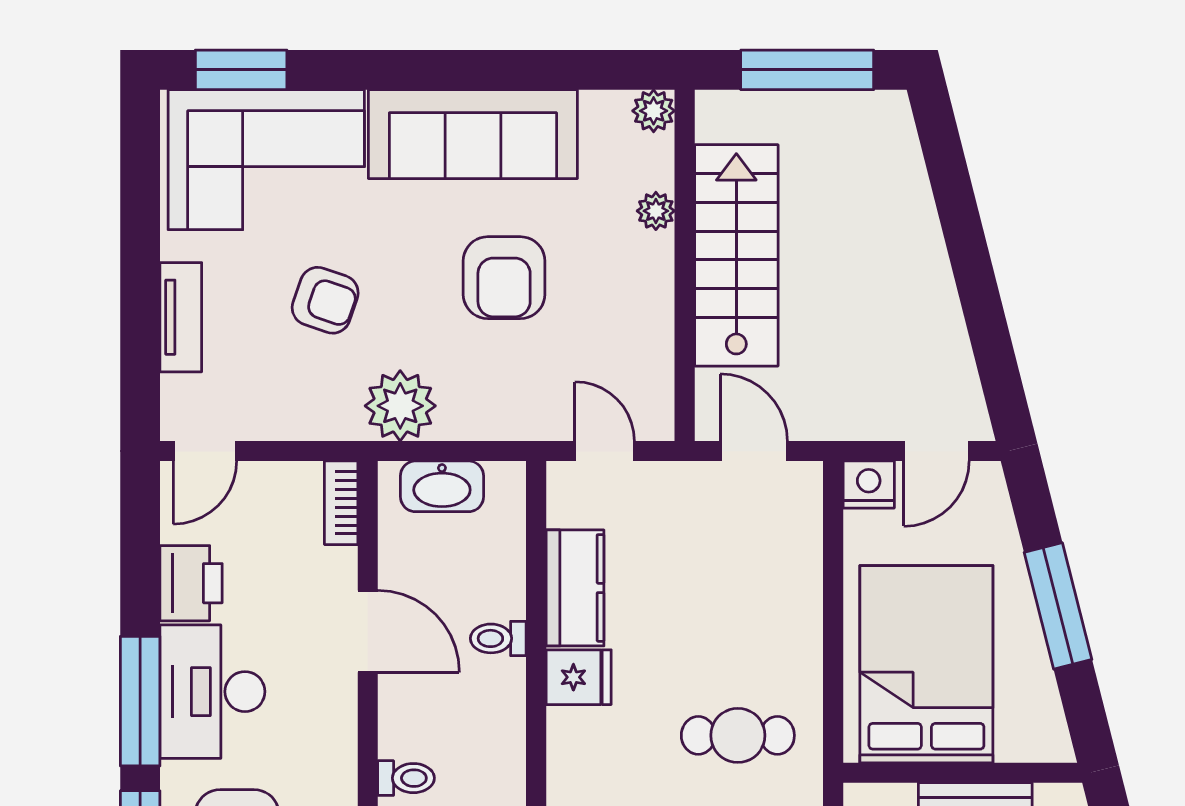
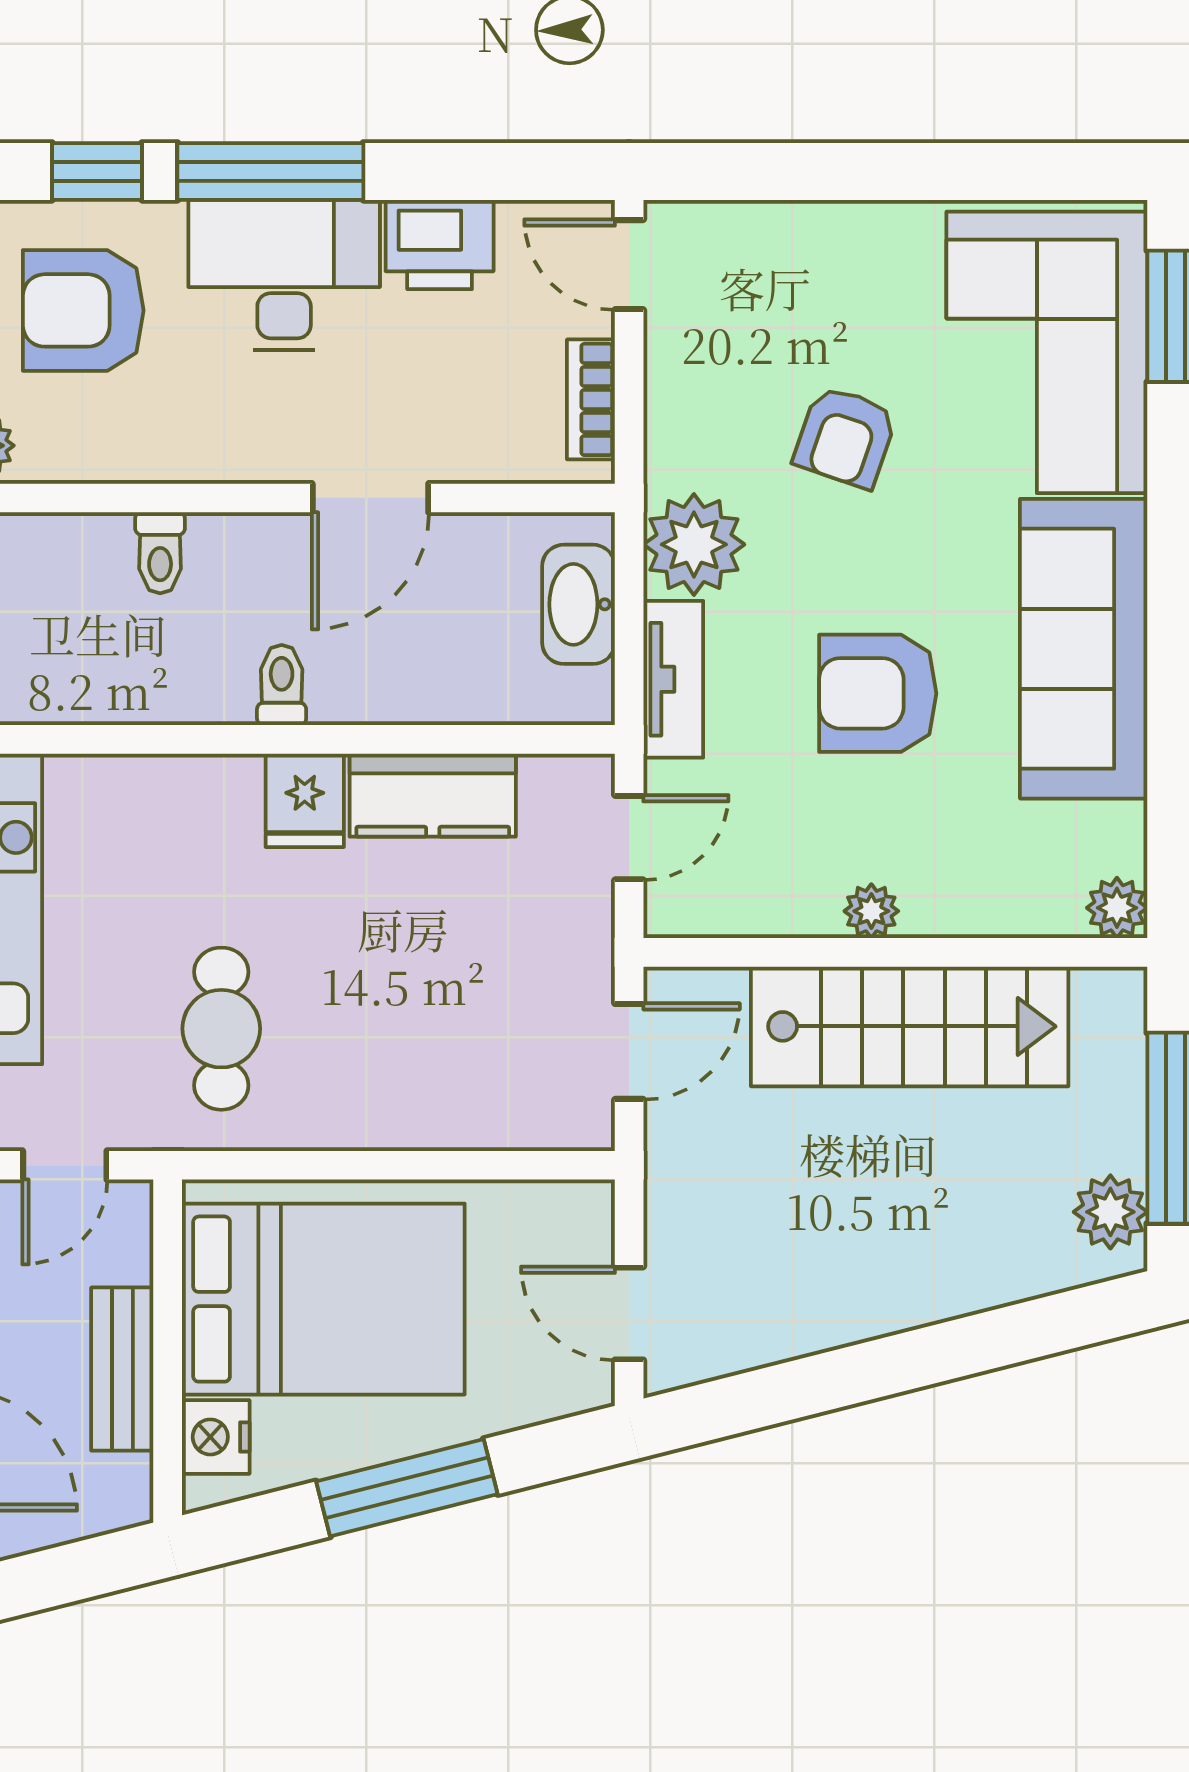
plant: (866, 115) -> (1110, 1212), added
plant: (656, 211) -> (871, 911), moved
tv unit: (181, 317) -> (673, 679), moved, turned -90
nightstand: (869, 485) -> (216, 1437), moved, turned 180
bookcase: (341, 503) -> (591, 399), moved, turned -90
toilet: (498, 638) -> (282, 685), moved

